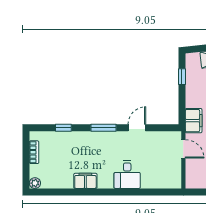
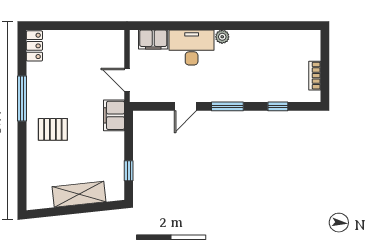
desk: (127, 175) -> (192, 48), width x1.37
filing cabinet: (85, 181) -> (153, 40), moved
plant: (35, 183) -> (222, 37), moved

